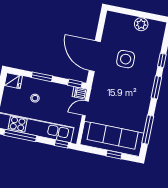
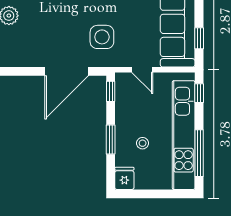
side table: (126, 59) -> (102, 37), moved
dishwasher: (80, 93) -> (122, 82), removed
window: (114, 155) -> (199, 38), moved

